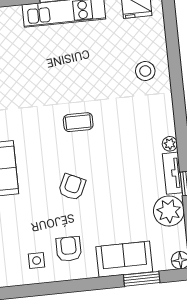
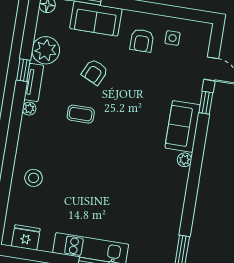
coffee table: (78, 122) -> (81, 114), moved
armchair: (72, 187) -> (95, 72), moved

